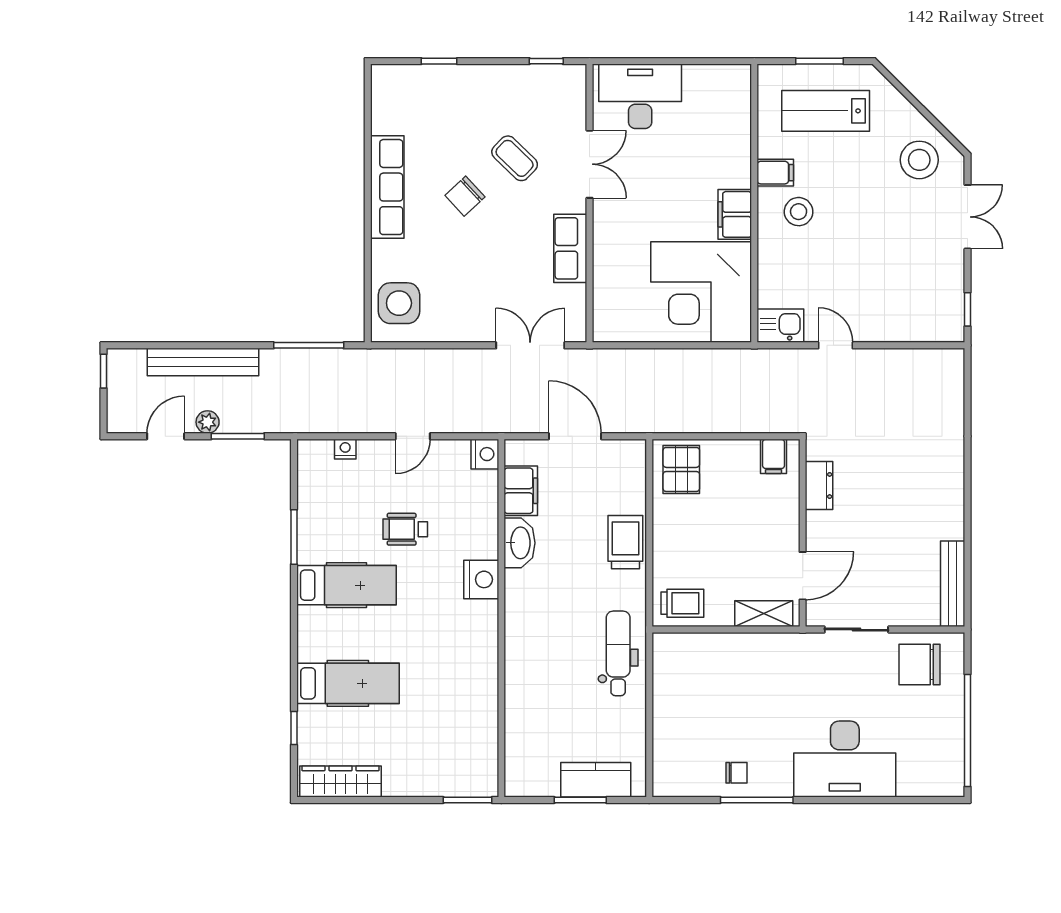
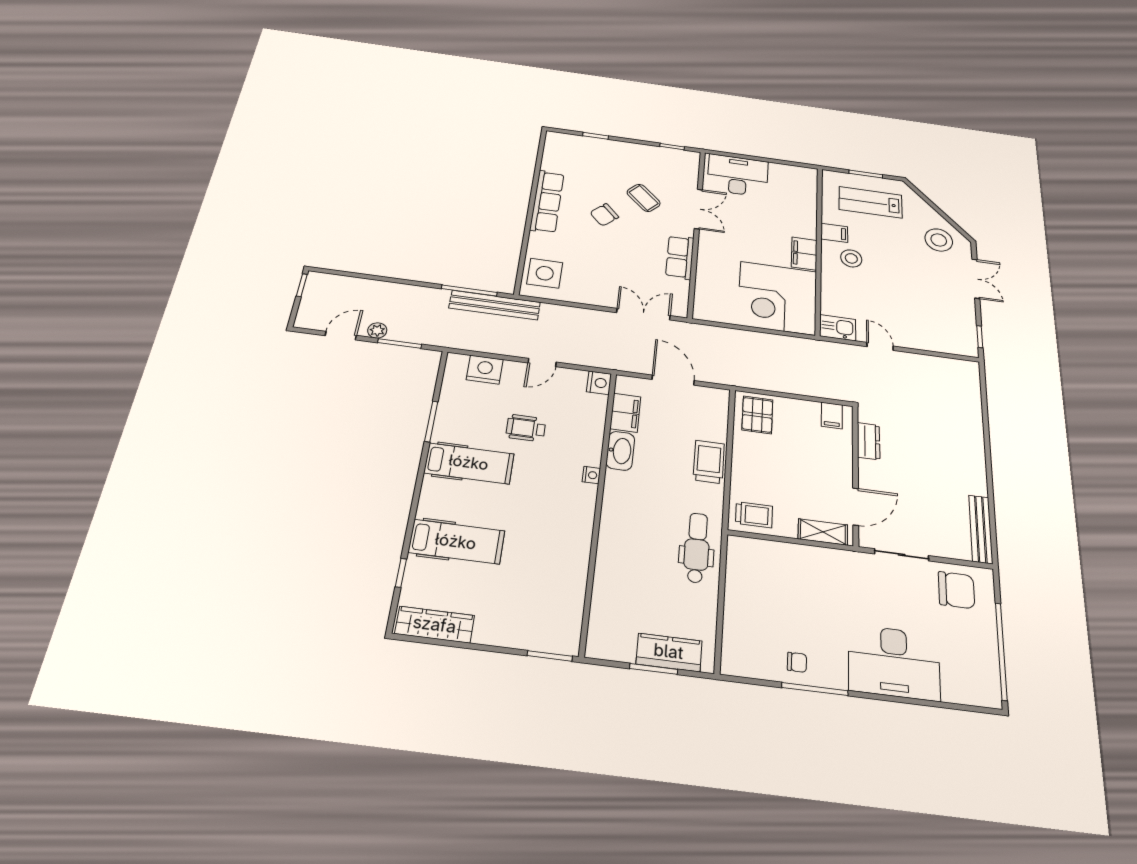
bench: (203, 362) -> (495, 305), moved
nightstand: (345, 449) -> (485, 370), width x1.89, depth x1.79
nightstand: (481, 579) -> (591, 475), width x0.53, depth x0.56
chair: (920, 664) -> (956, 590), turned 180

